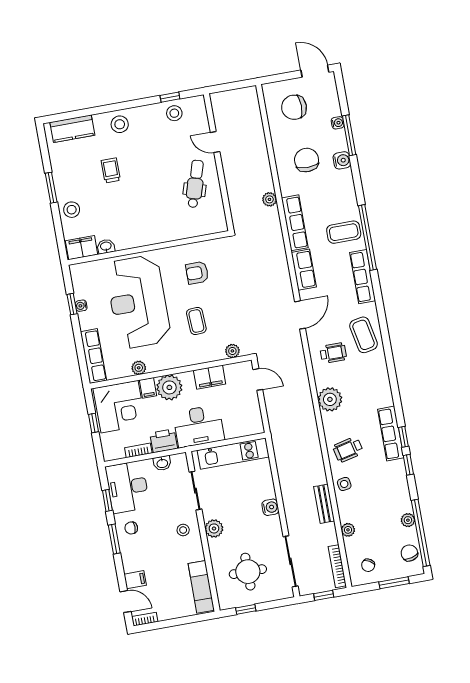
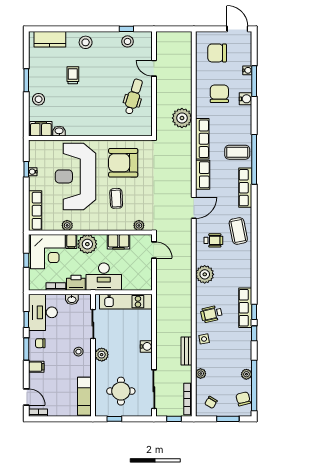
plant: (269, 199) -> (182, 118), width x1.88, depth x1.88
armchair: (197, 273) -> (123, 163), width x1.88, depth x1.88
filing cabinet: (135, 580) -> (36, 367), moved

